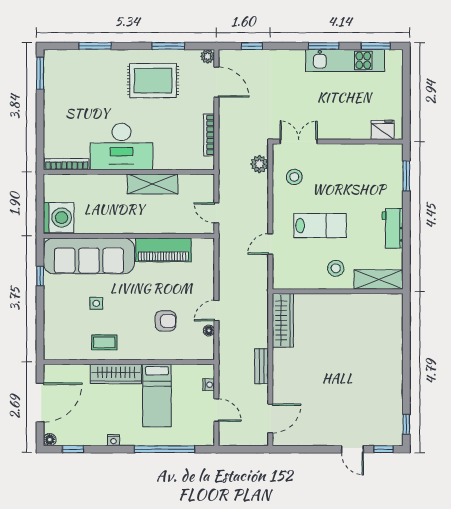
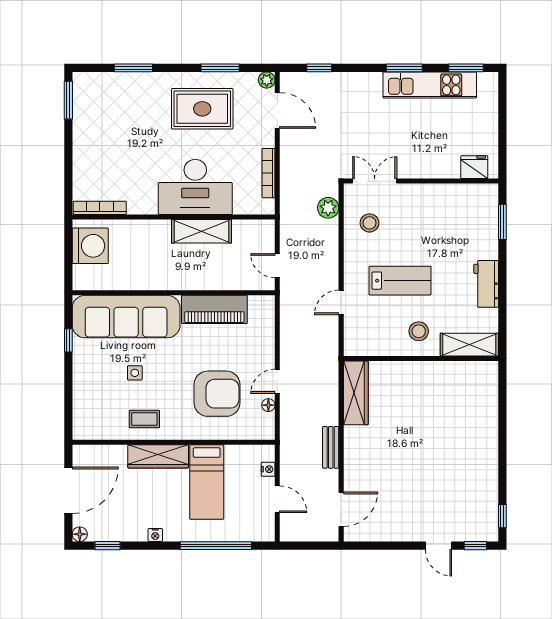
desk: (122, 146) -> (195, 187), moved
washing machine: (59, 218) -> (90, 246), moved
armchair: (166, 321) -> (217, 394), width x1.88, depth x1.88

